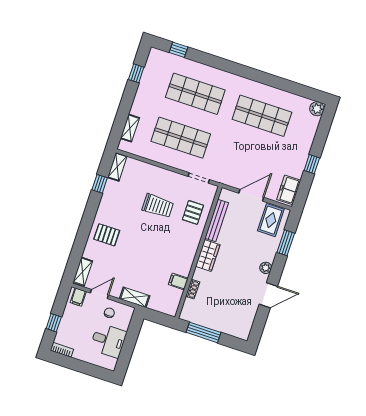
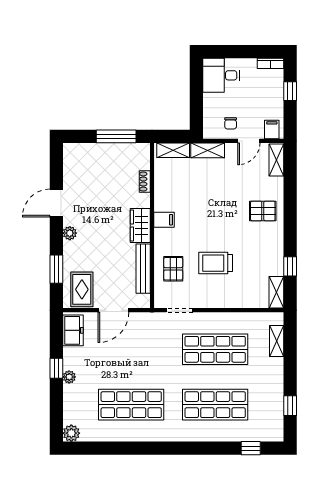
plant: (304, 154) -> (69, 377), added
filing cabinet: (178, 281) -> (164, 220), moved
shelving: (162, 307) -> (173, 150), added
desk: (108, 340) -> (221, 75), moved

